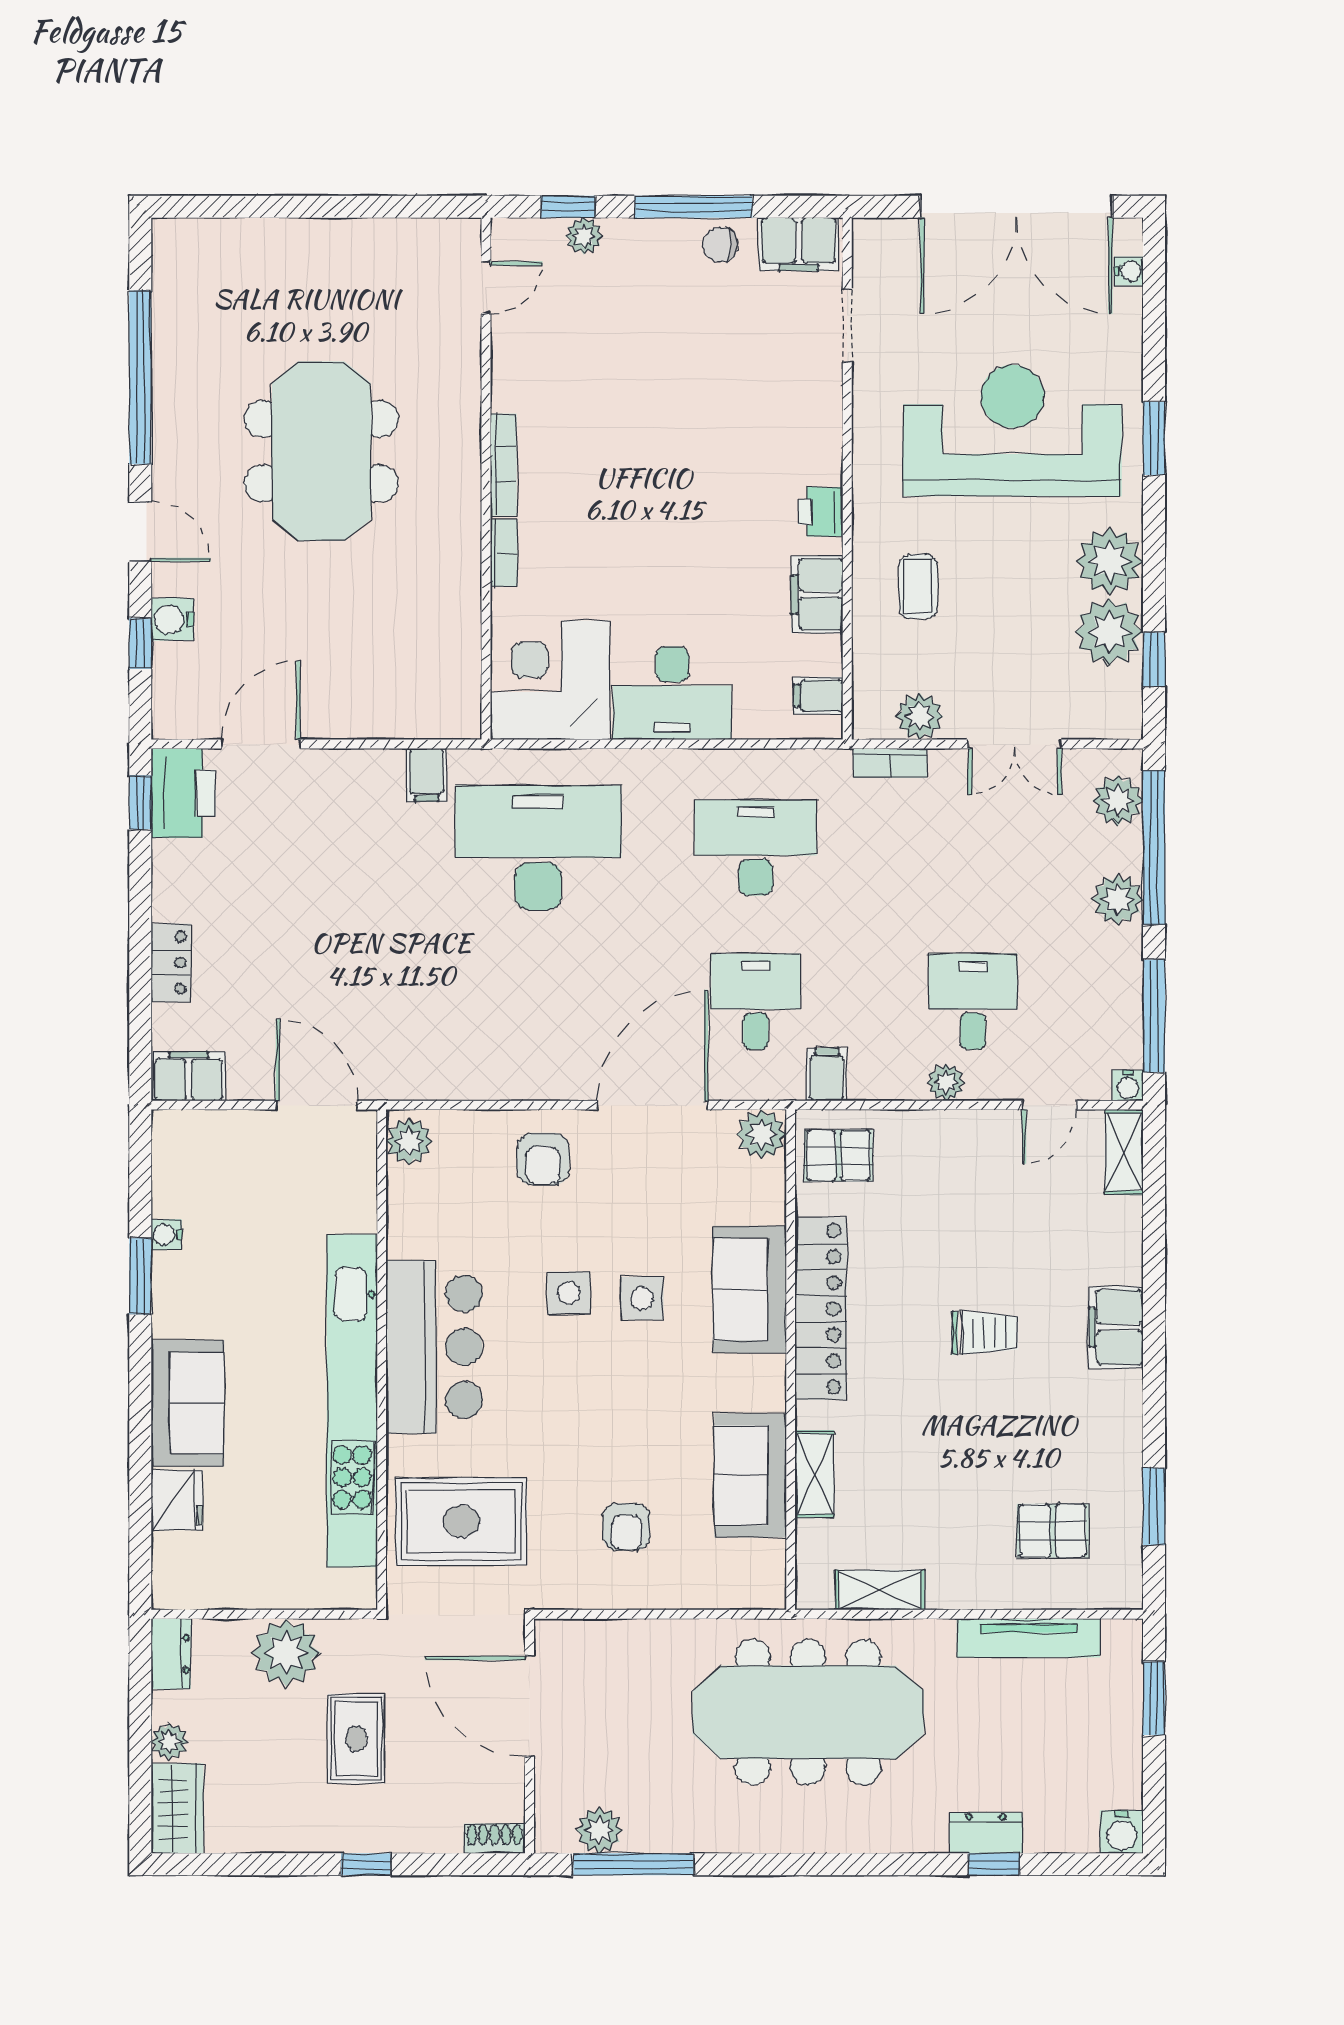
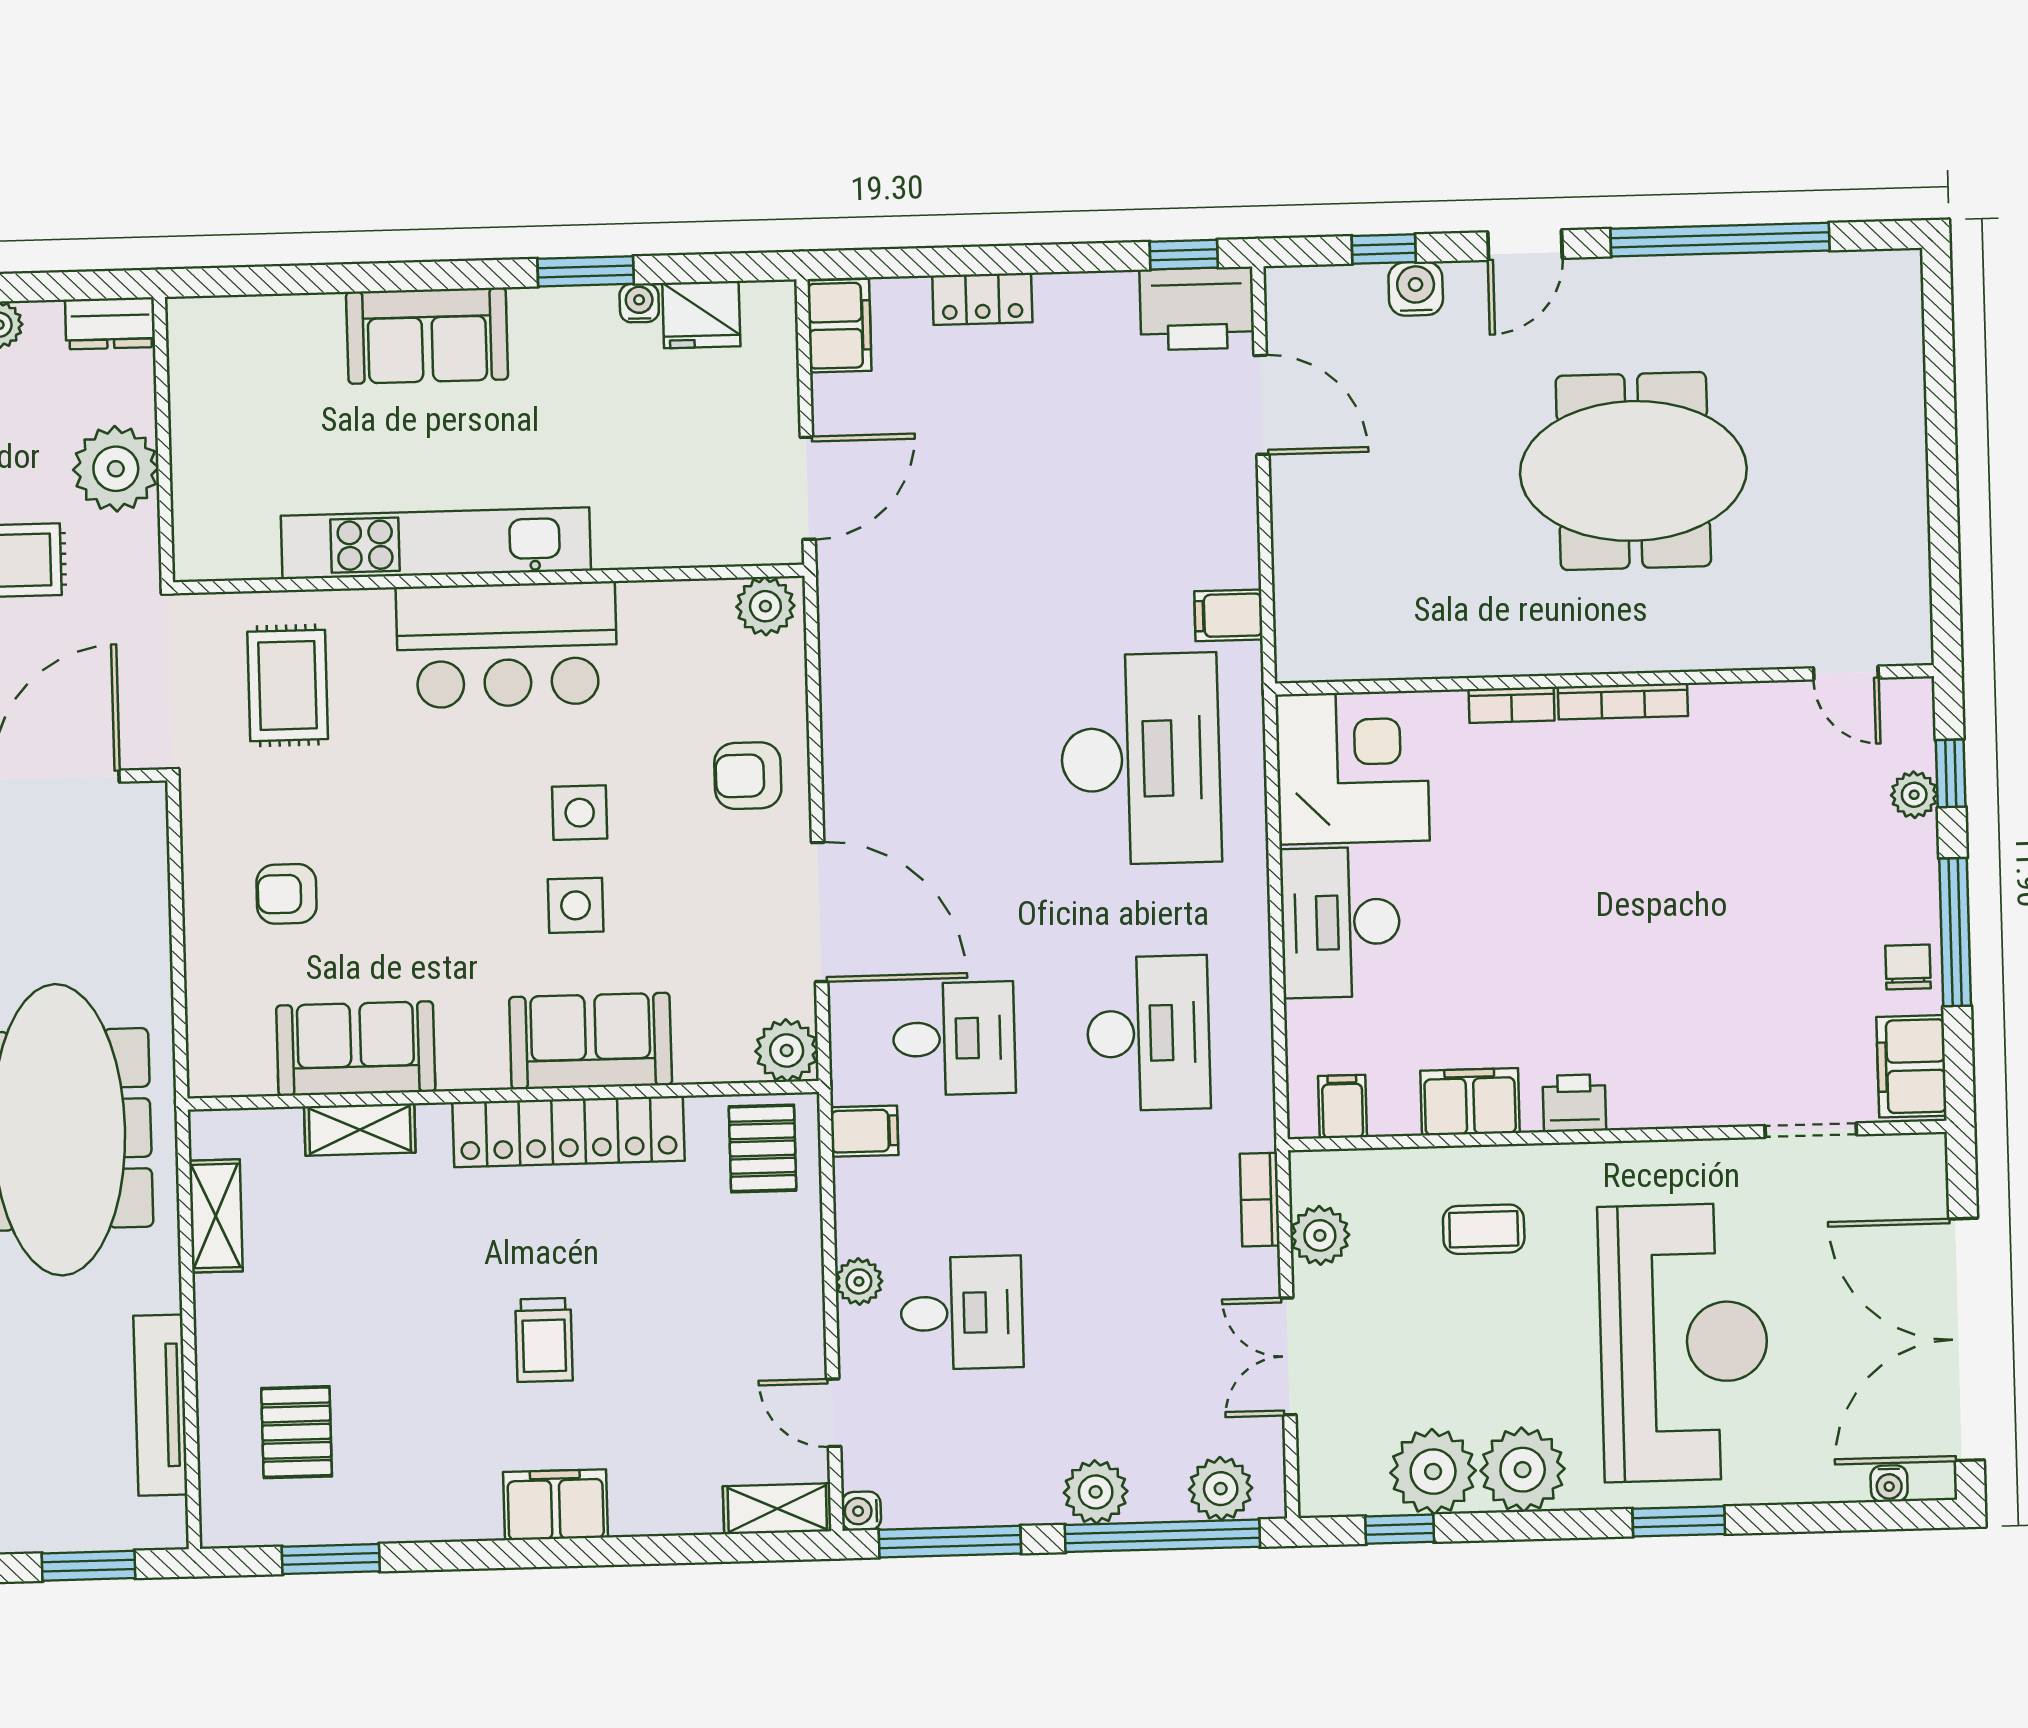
kitchen unit: (352, 1401) -> (436, 543), width x0.73
fridge: (177, 1500) -> (701, 315), moved
rug: (461, 1521) -> (288, 685), width x0.73, depth x0.70

